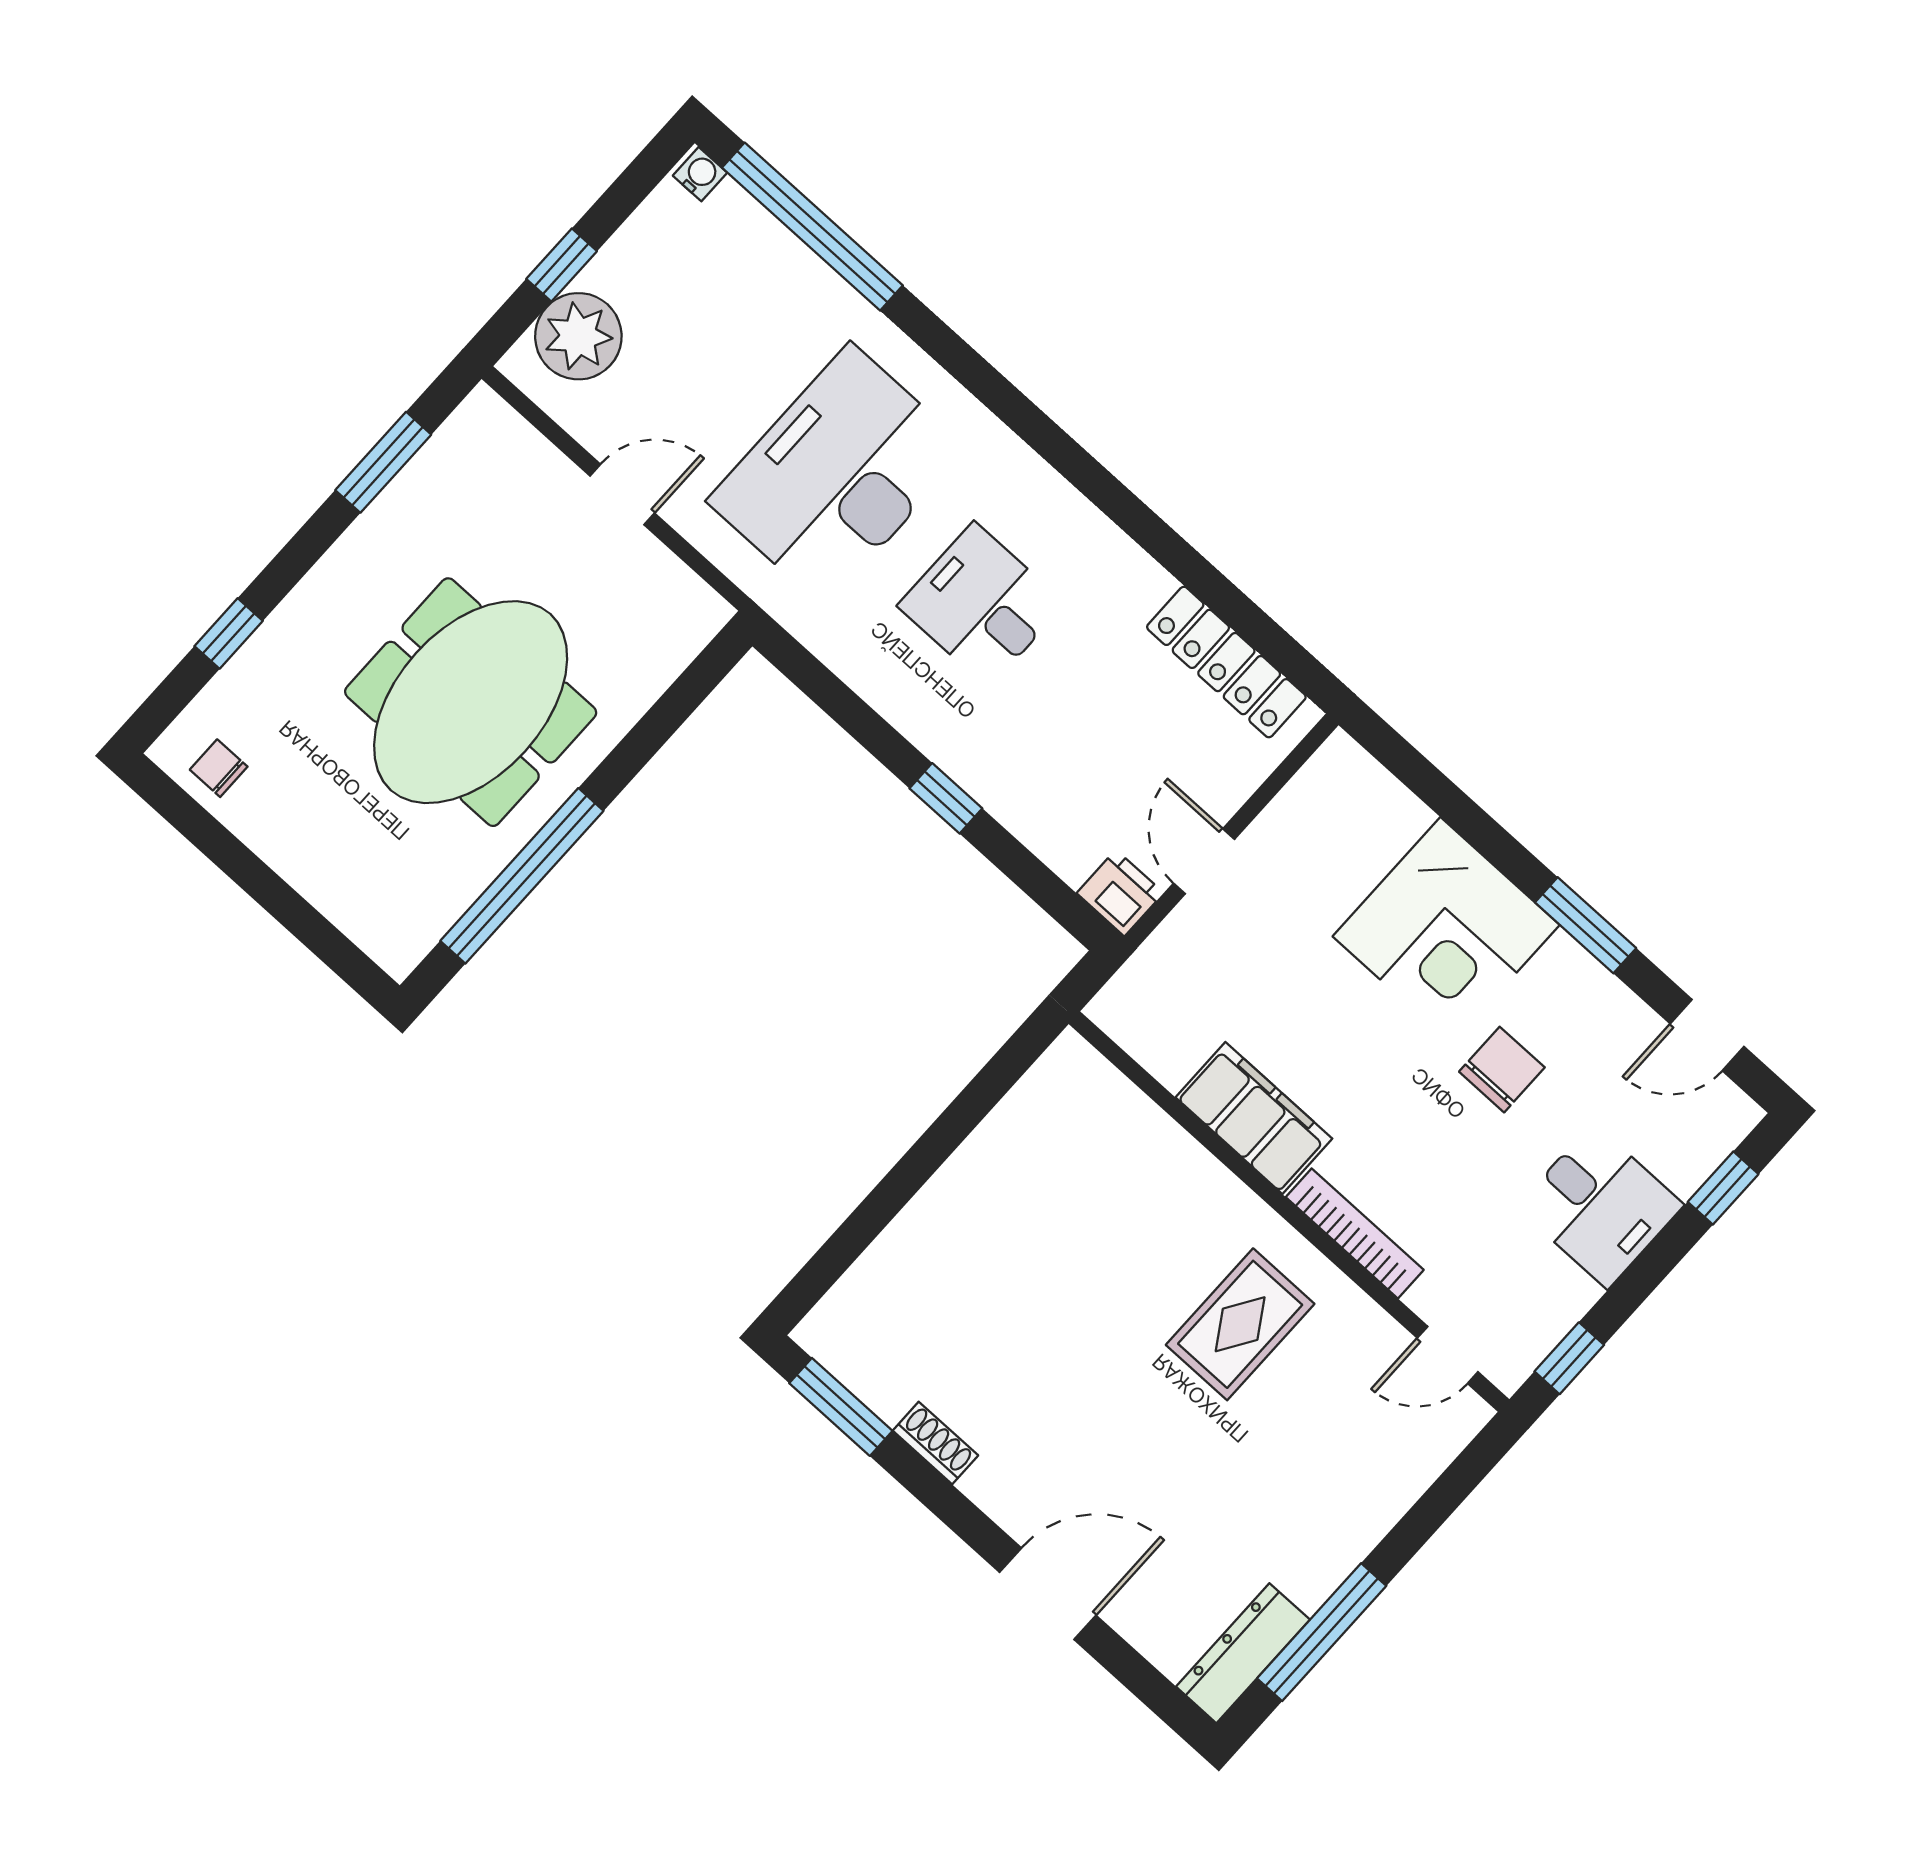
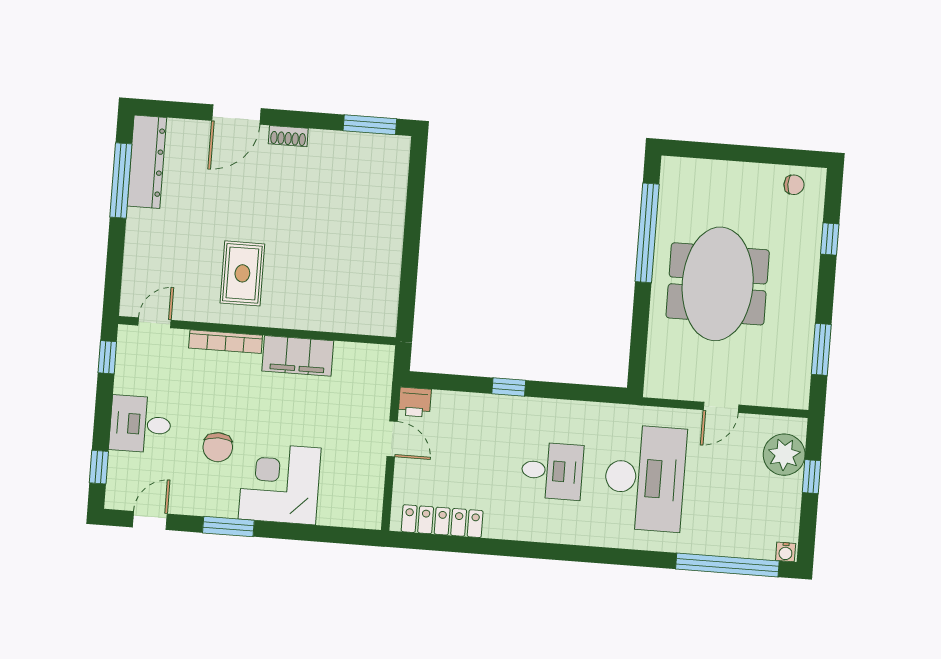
shoe rack: (935, 1443) -> (288, 136), moved
dresser: (1243, 1653) -> (147, 162), width x1.37, depth x1.24

